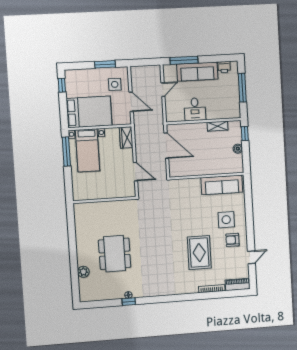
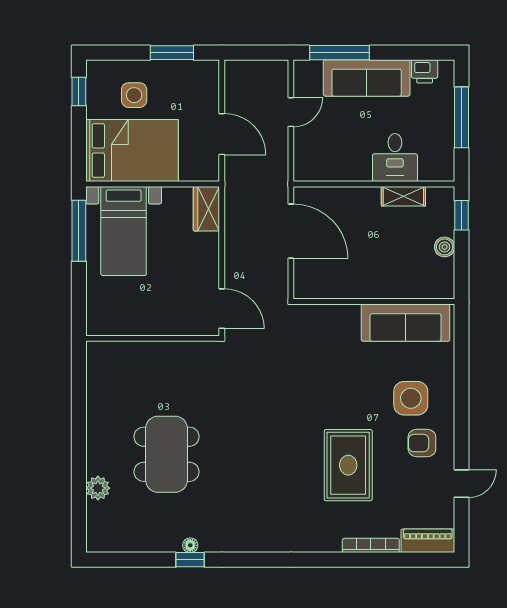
side table: (115, 84) -> (134, 95), moved
desk: (195, 109) -> (395, 158), moved
door: (135, 172) -> (222, 309), moved

